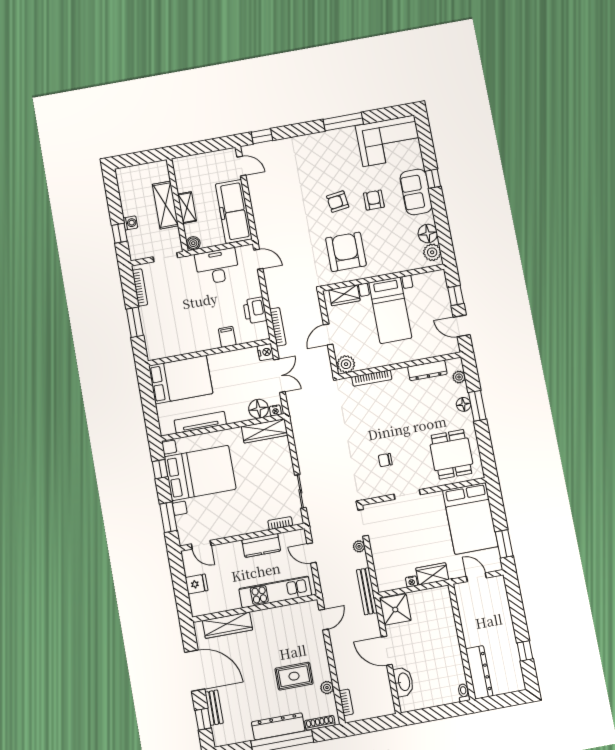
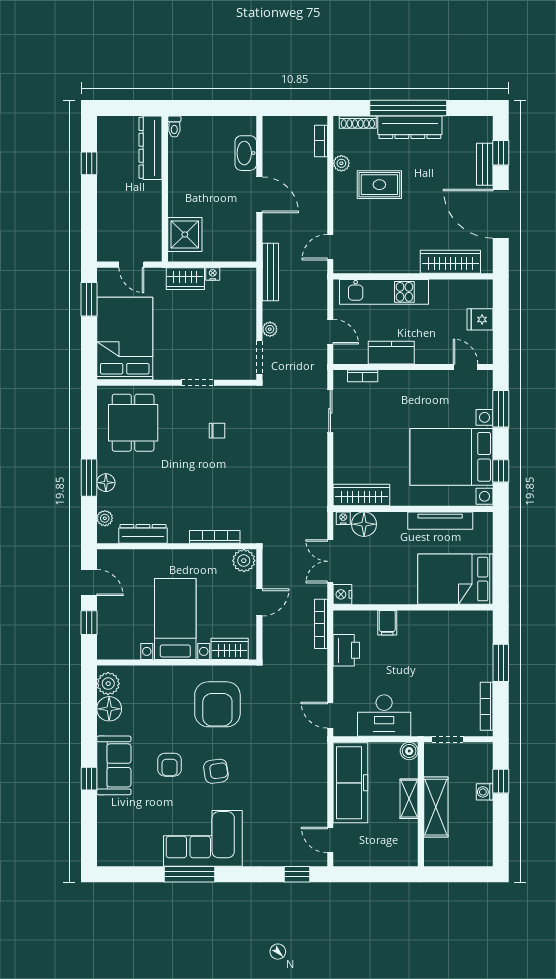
corner sofa: (389, 141) -> (203, 838), moved
shower: (395, 610) -> (185, 234), moved

